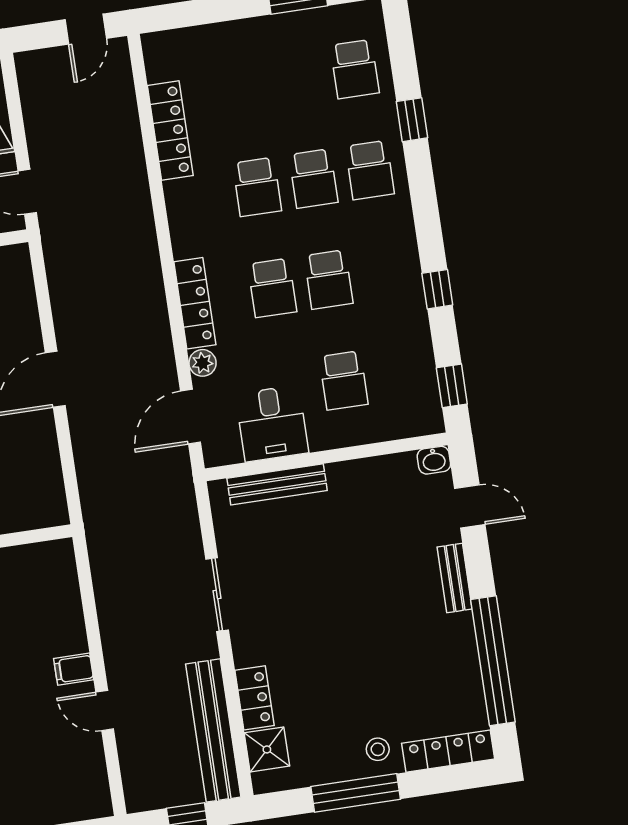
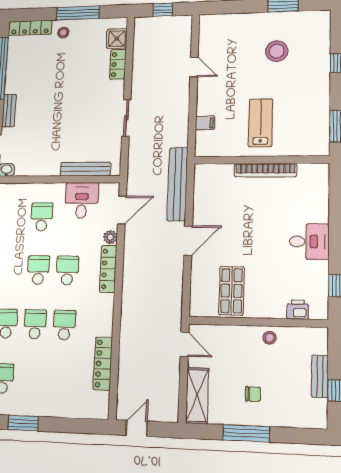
filing cabinet: (74, 669) -> (205, 123), moved
bench: (213, 730) -> (177, 184), moved

